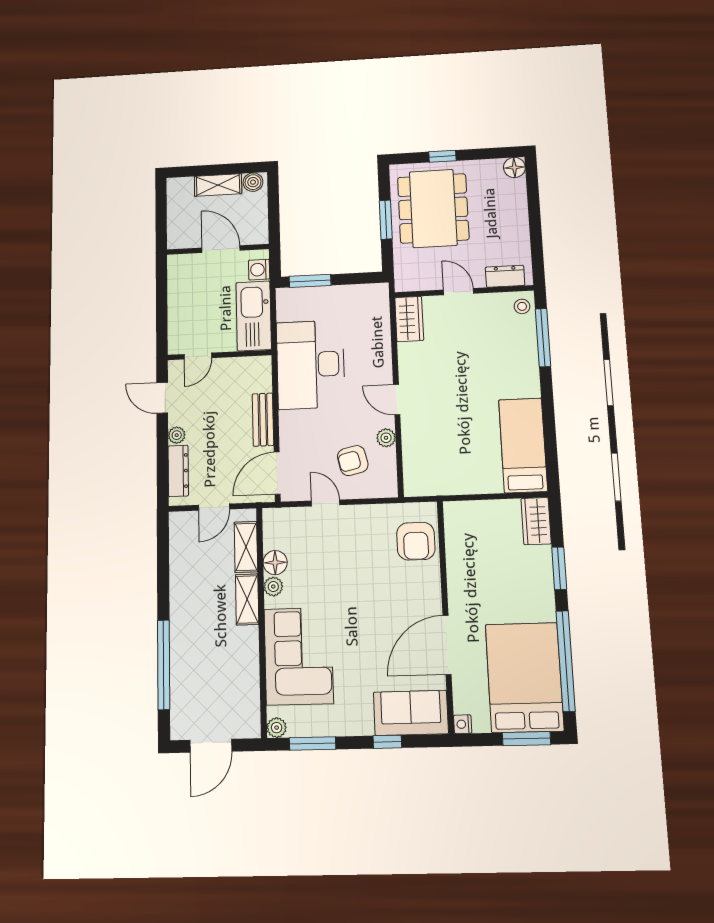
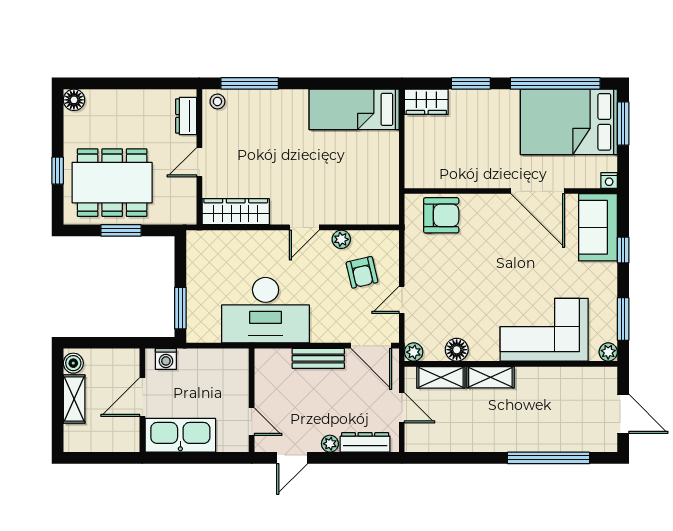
kitchen sink: (254, 316) -> (180, 435), moved, turned 180
wardrobe: (409, 319) -> (236, 212), width x1.50
plant: (273, 587) -> (414, 352), moved

